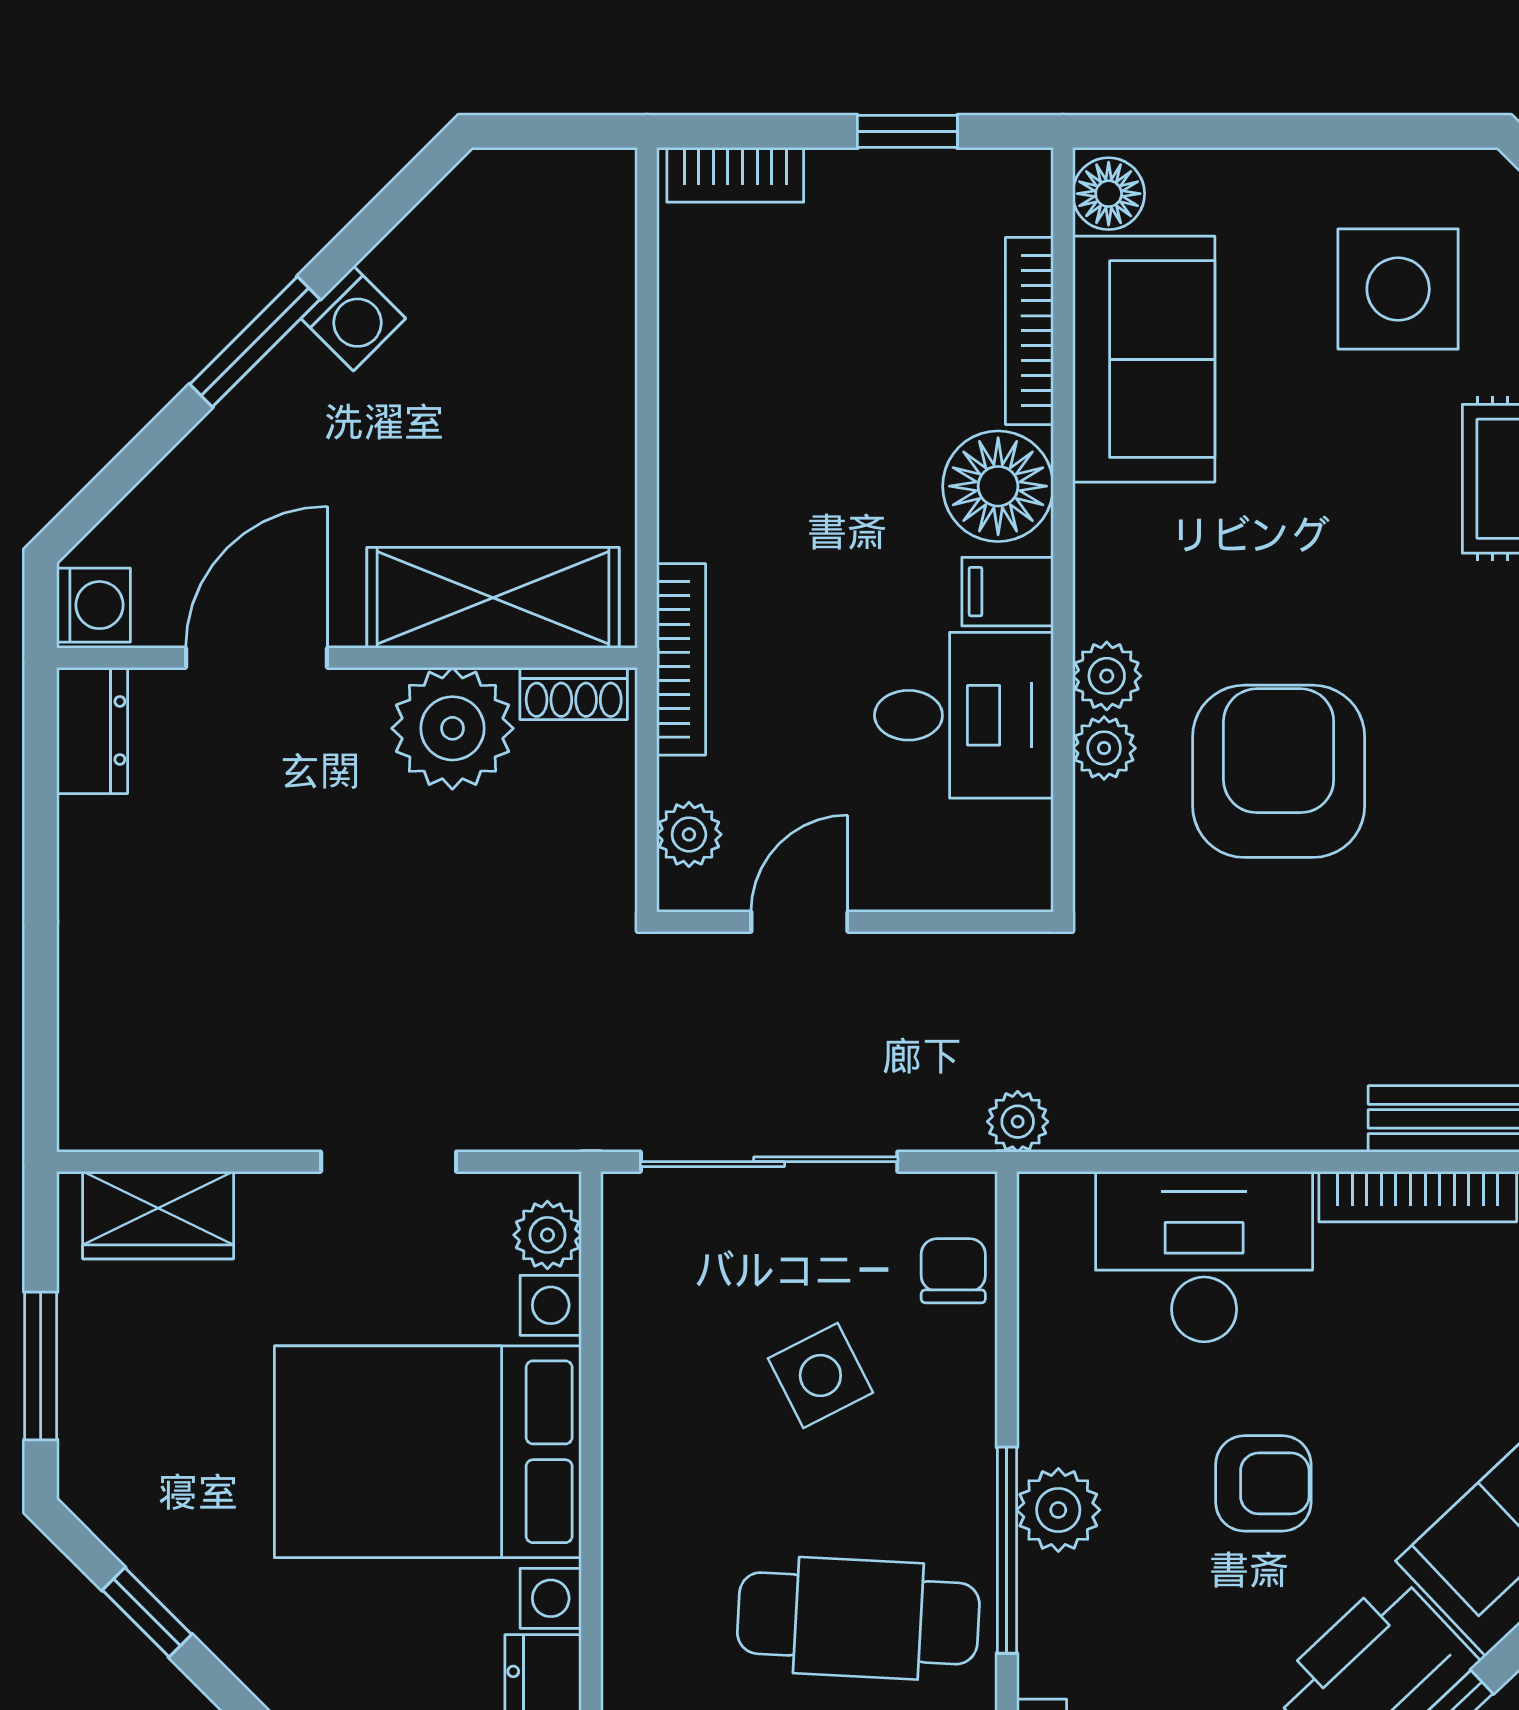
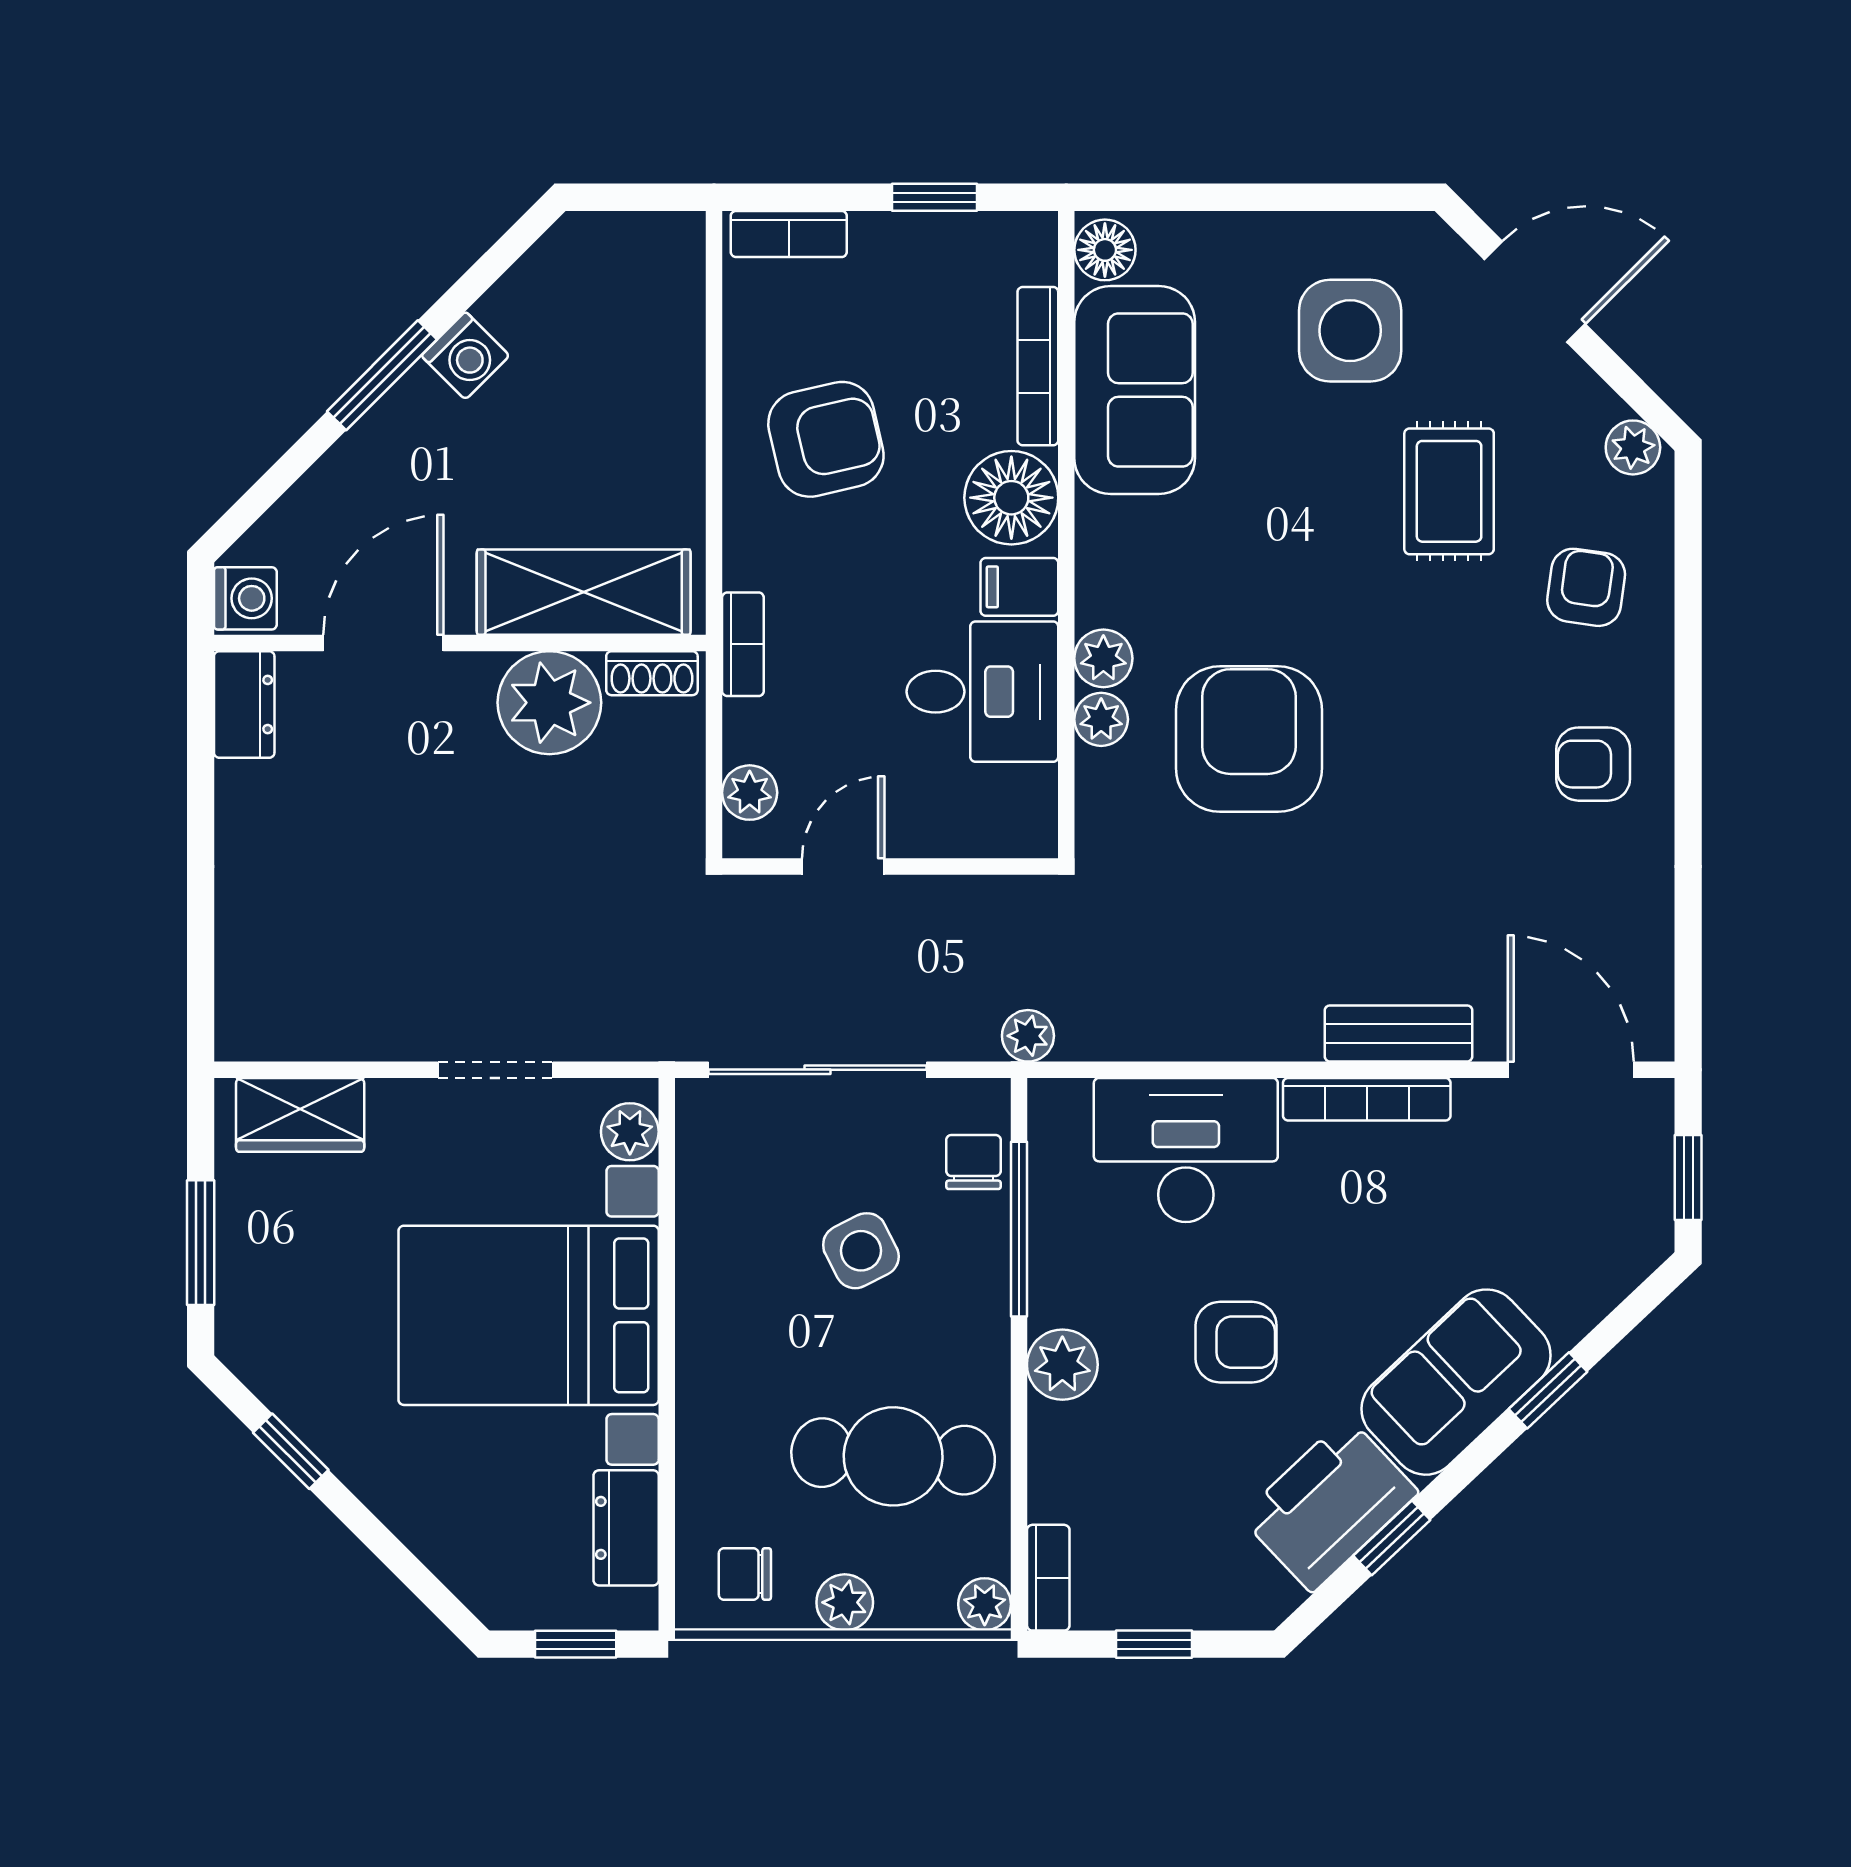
armchair: (779, 417) -> (826, 439), added
bookcase: (681, 659) -> (743, 644), width x0.64
window: (1007, 1550) -> (1019, 1229), moved

